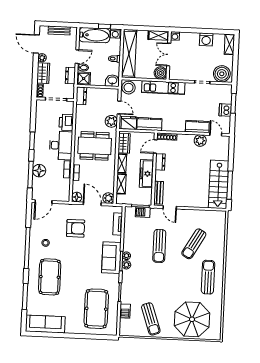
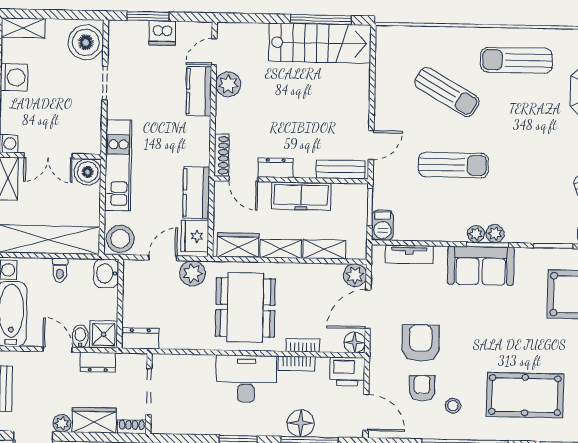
printer: (66, 122) -> (347, 372), moved
barbecue: (143, 212) -> (383, 225), moved
armchair: (54, 228) -> (422, 388), added

